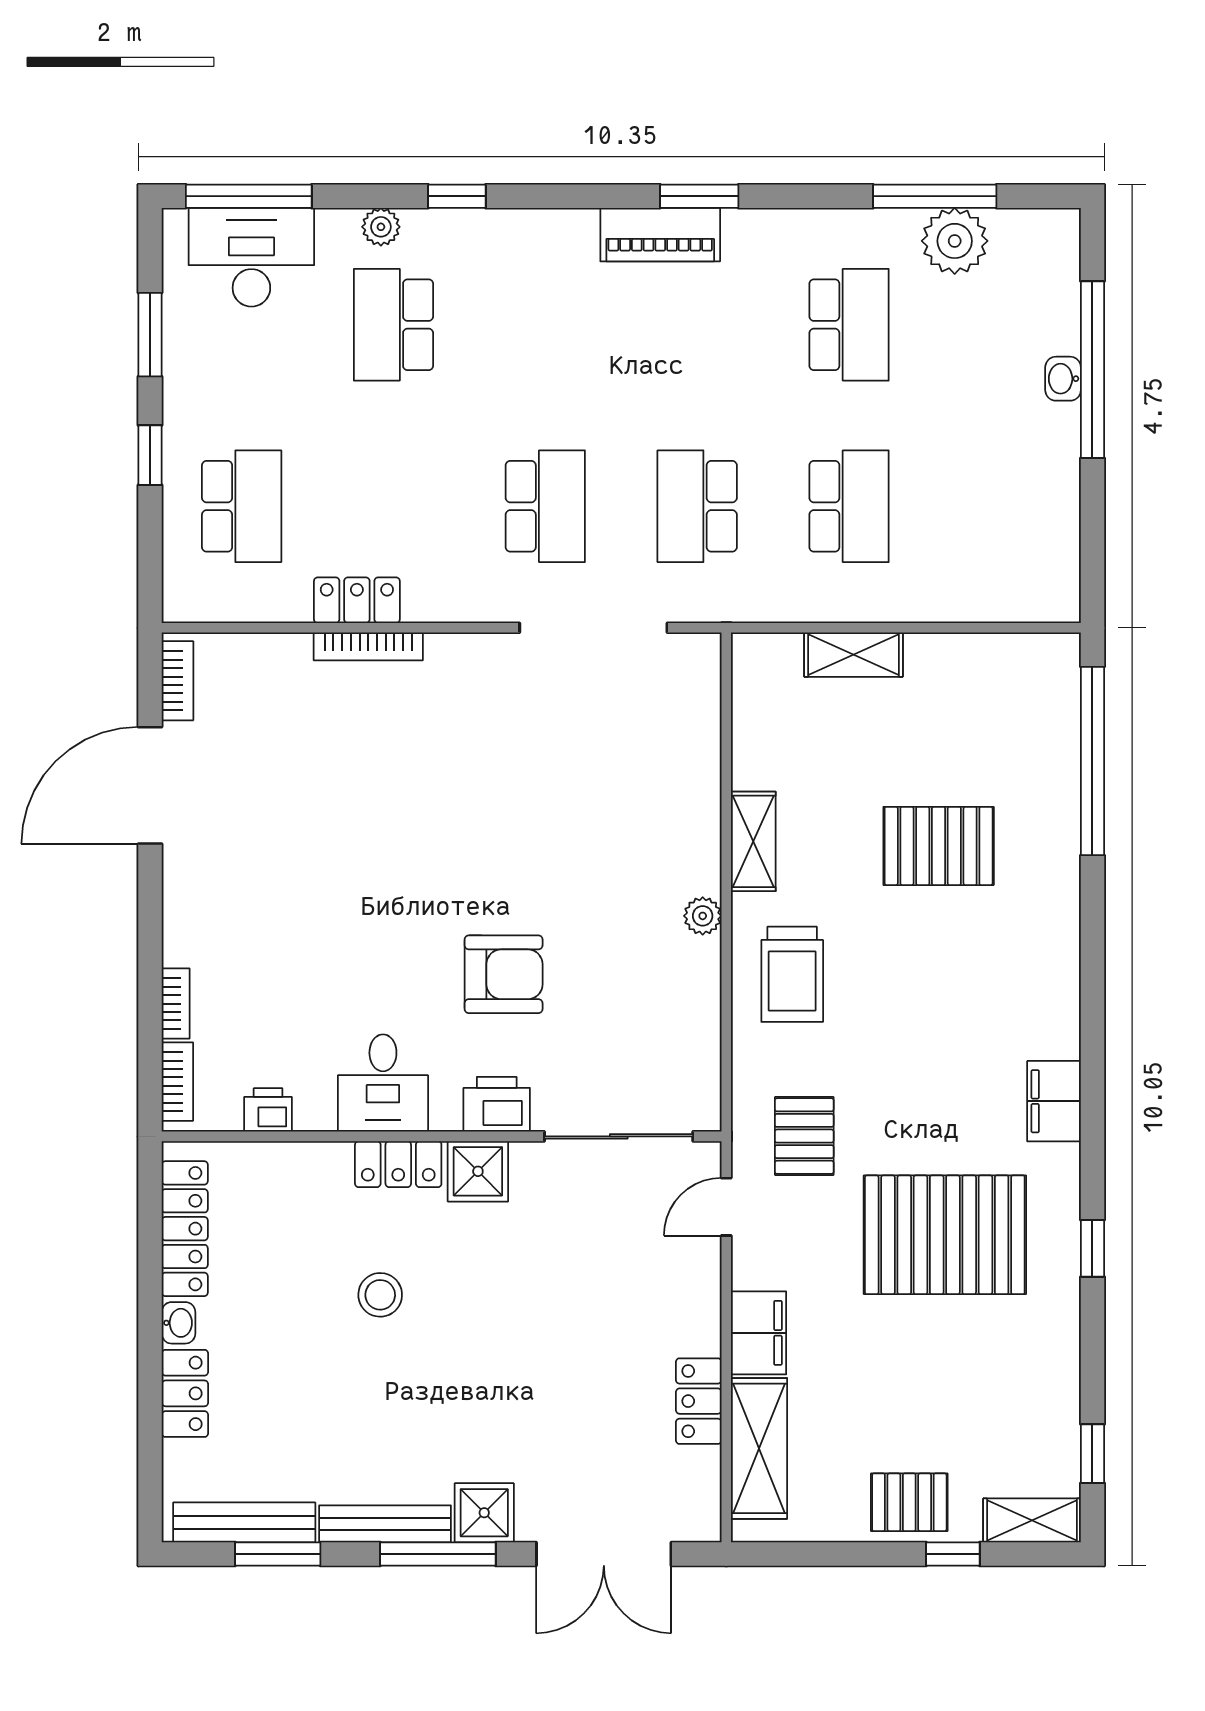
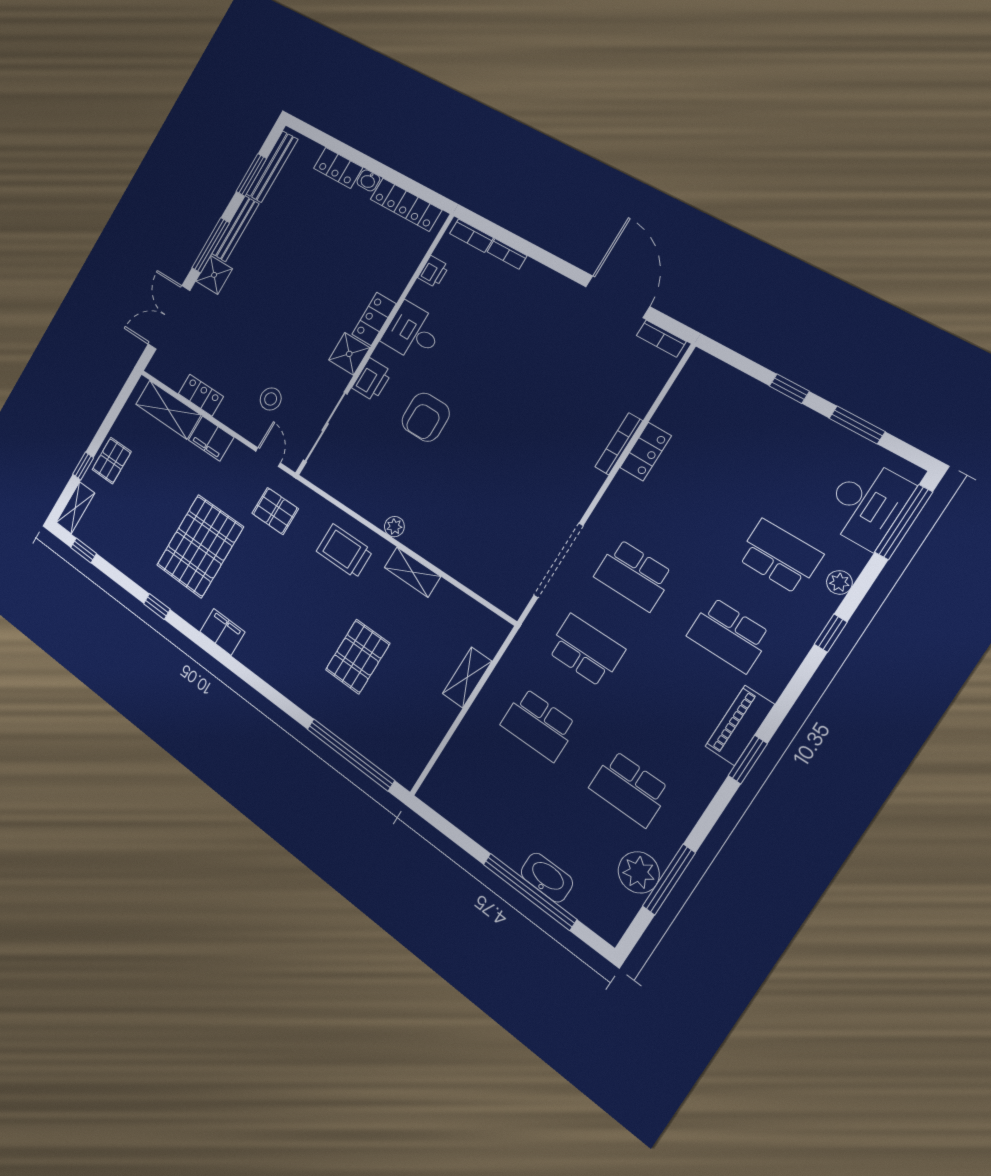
washbasin: (1063, 379) -> (547, 878), width x1.91, depth x1.45
school desk: (242, 506) -> (729, 635), moved
stool: (380, 1295) -> (271, 399), moved

